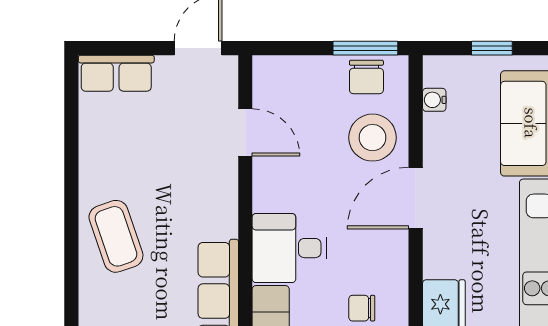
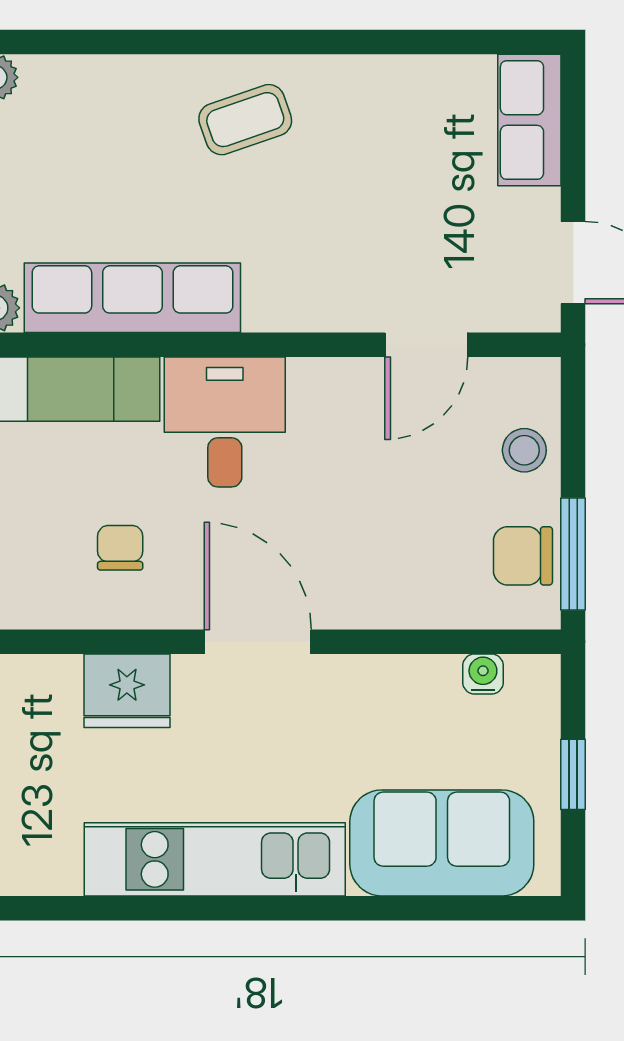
stool: (373, 138) -> (524, 450), moved, width x0.53, depth x0.53
door: (416, 198) -> (258, 642), moved
coffee table: (116, 236) -> (245, 120), width x0.73, depth x0.77

